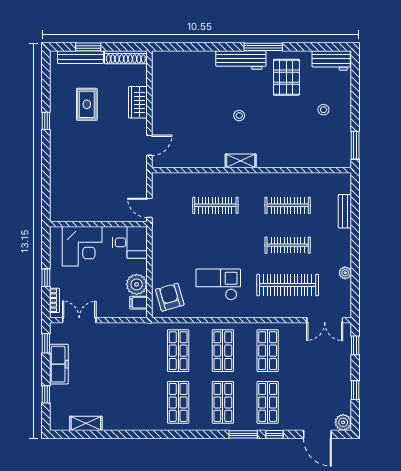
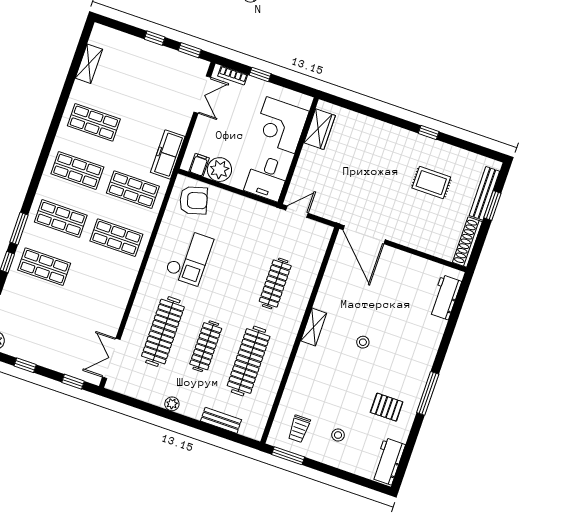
workbench: (241, 60) -> (445, 297), moved, width x0.73
pallet: (286, 77) -> (387, 407), width x0.67, depth x0.71
wardrobe: (138, 102) -> (320, 129), moved, turned 90
trolley: (329, 144) -> (299, 429), added
door: (149, 145) -> (364, 235), width x1.87
clothes rail: (288, 205) -> (249, 361), width x1.37, depth x1.31
plant: (345, 273) -> (172, 404), moved
shop shelf: (268, 351) -> (94, 122), moved
freezer: (59, 364) -> (168, 154), moved, turned 90
window: (46, 394) -> (155, 38), moved

